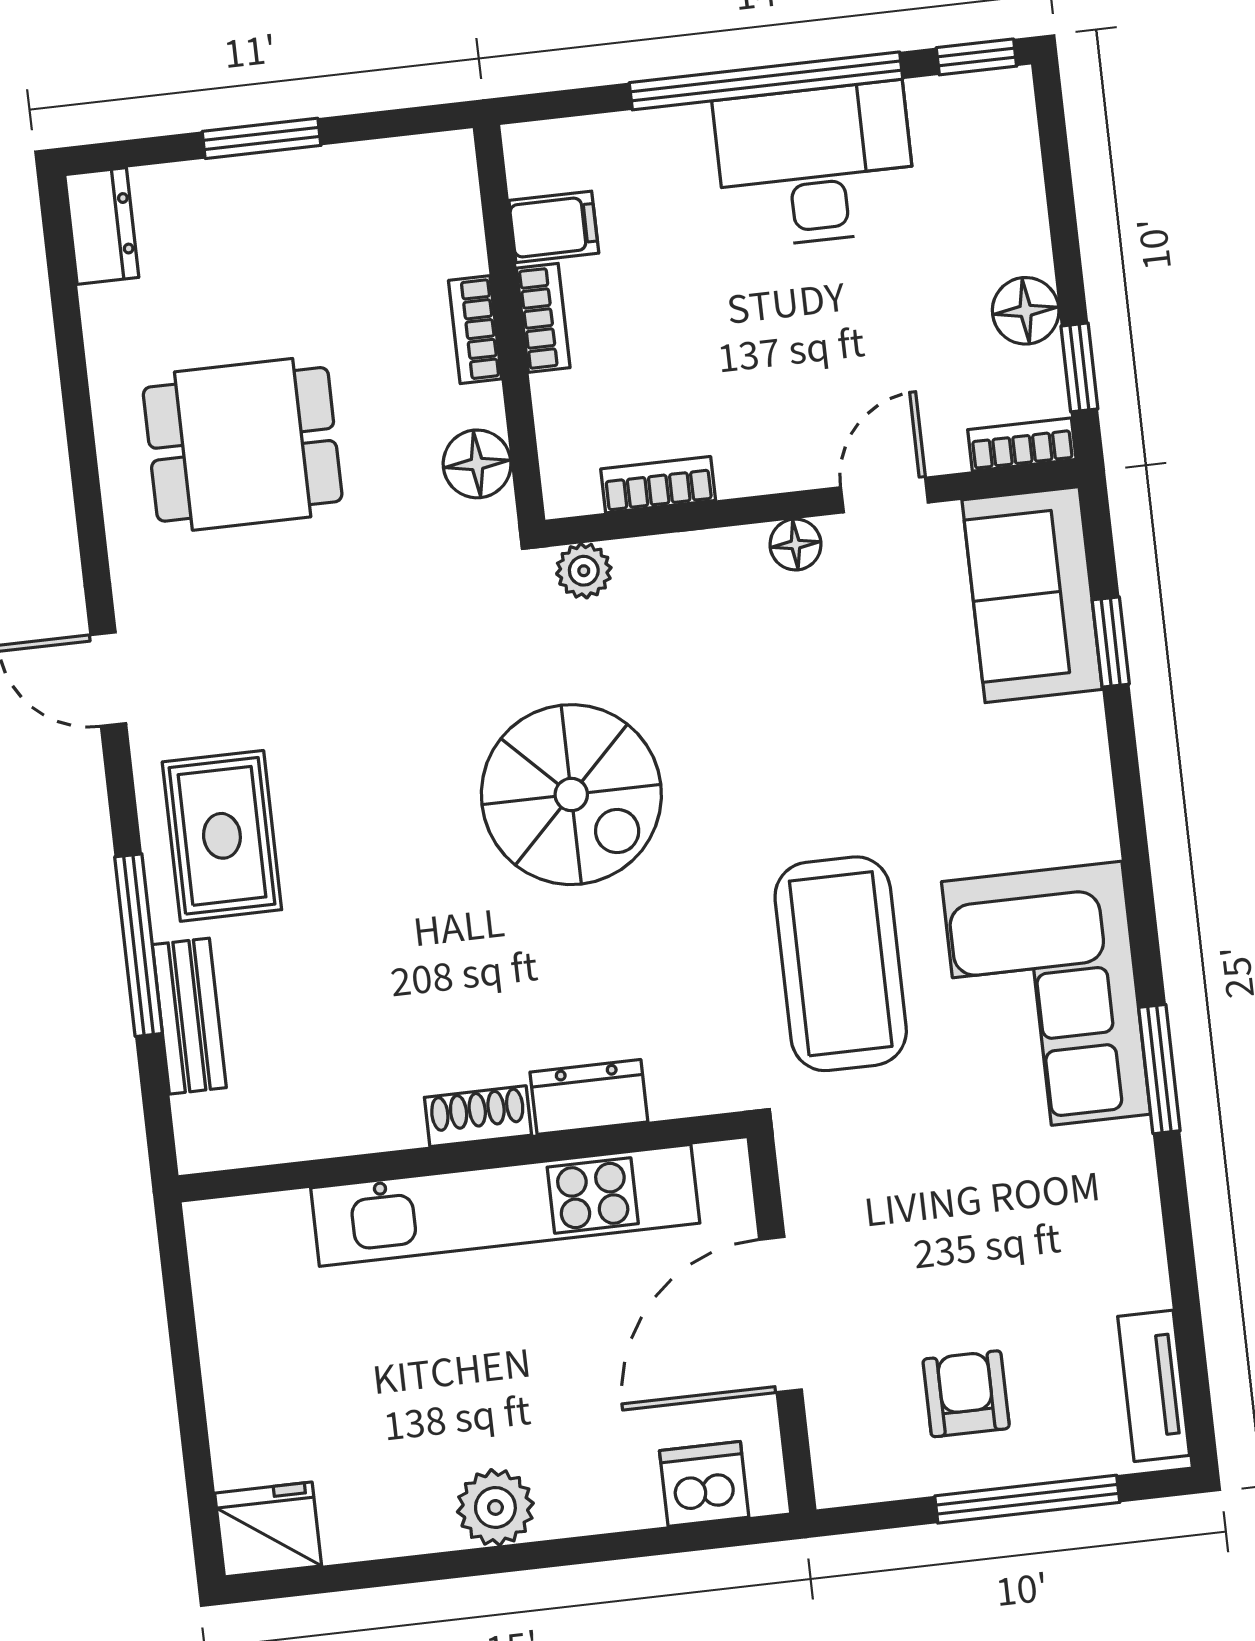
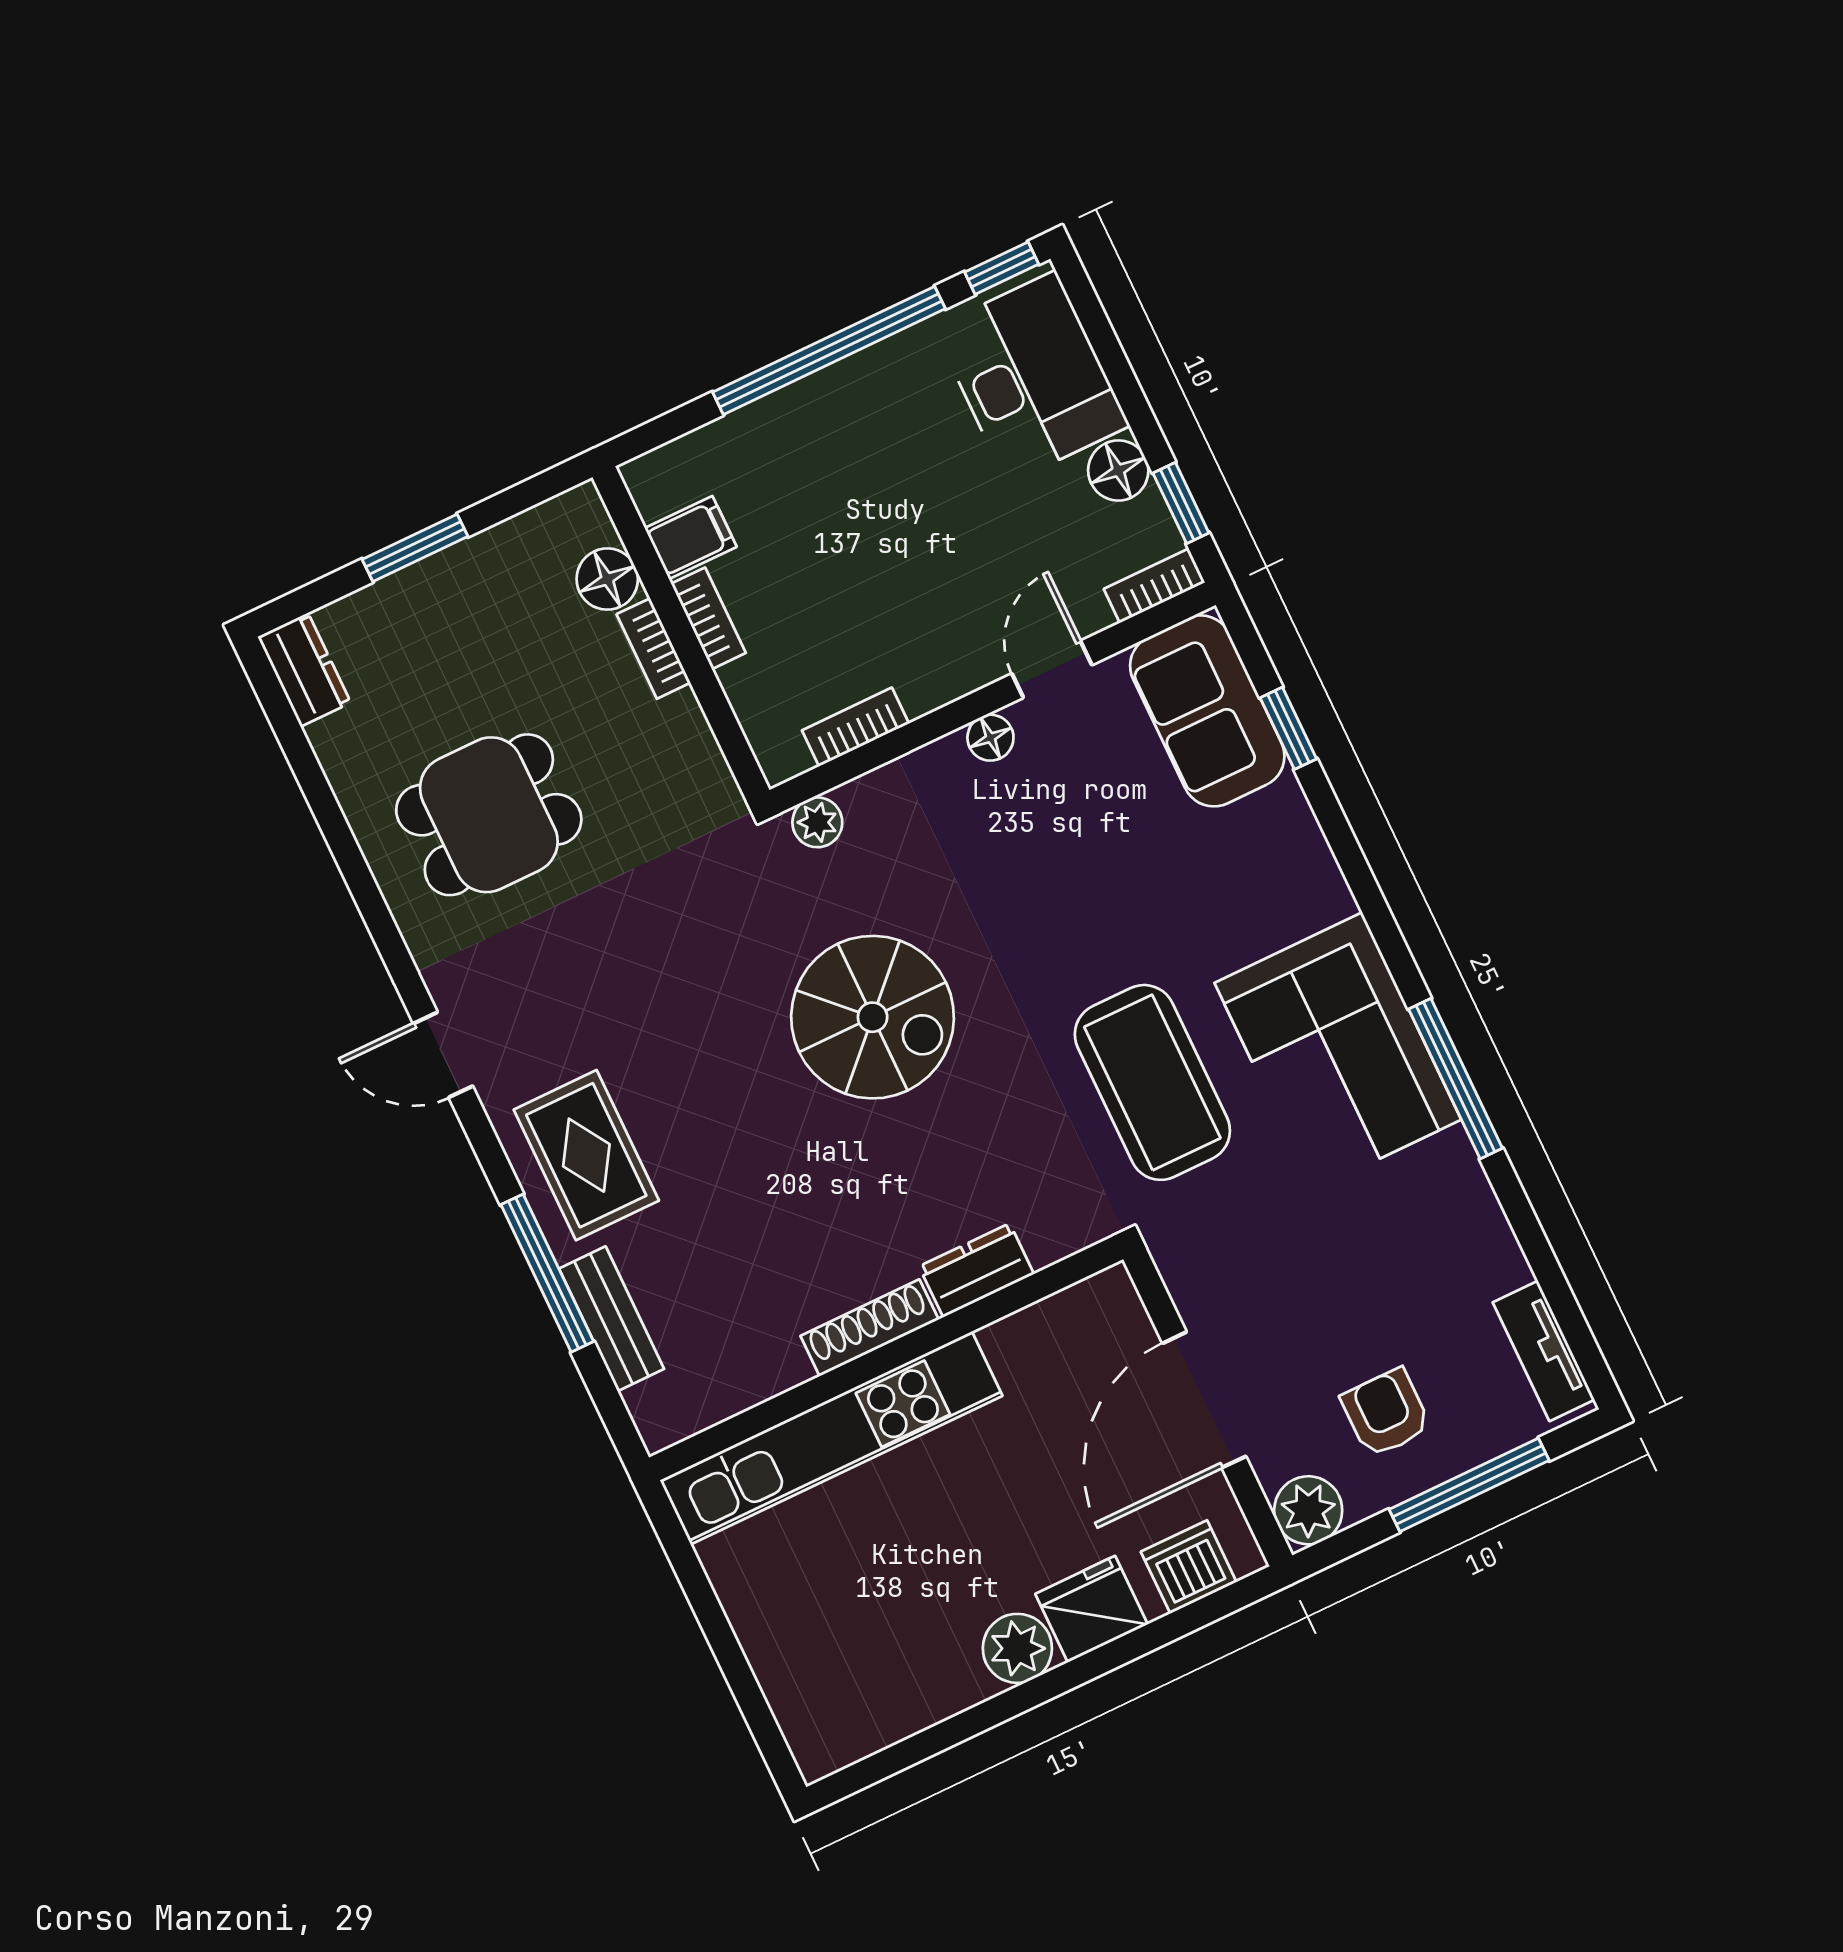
desk: (815, 165) -> (1032, 377), moved, turned 90
floor lamp: (477, 464) -> (607, 579), moved
window: (1159, 1069) -> (1455, 1079), width x1.44
shoe rack: (478, 1116) -> (870, 1328), width x1.43
kitchen unit: (505, 1205) -> (831, 1438), moved
plant: (850, 1468) -> (1308, 1510), added
fridge: (268, 1529) -> (1091, 1609), moved

